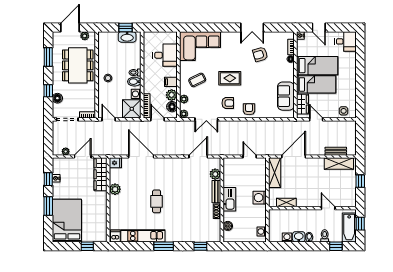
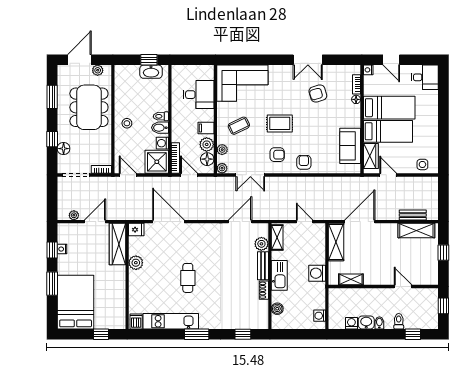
shelving: (228, 169) -> (277, 237), added
bathtub: (349, 227) -> (430, 311), removed

